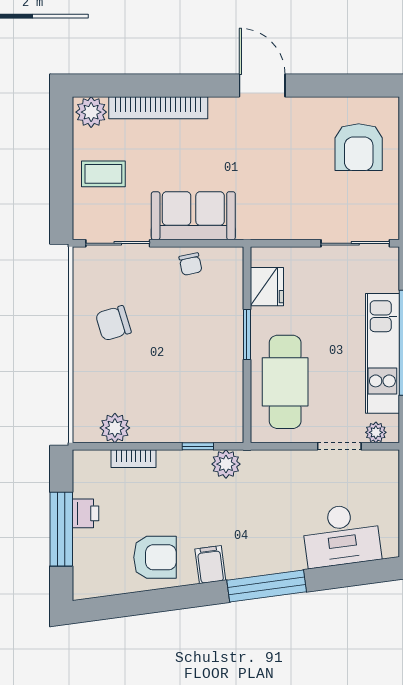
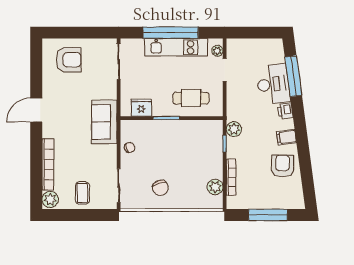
sofa: (193, 216) -> (104, 122), moved
cafe table: (285, 382) -> (191, 98), width x0.73, depth x0.74
bookcase: (133, 459) -> (231, 177), width x1.56
printer: (86, 513) -> (285, 111), moved, turned -98
desk: (341, 535) -> (273, 84), moved
window: (267, 586) -> (293, 76), moved

